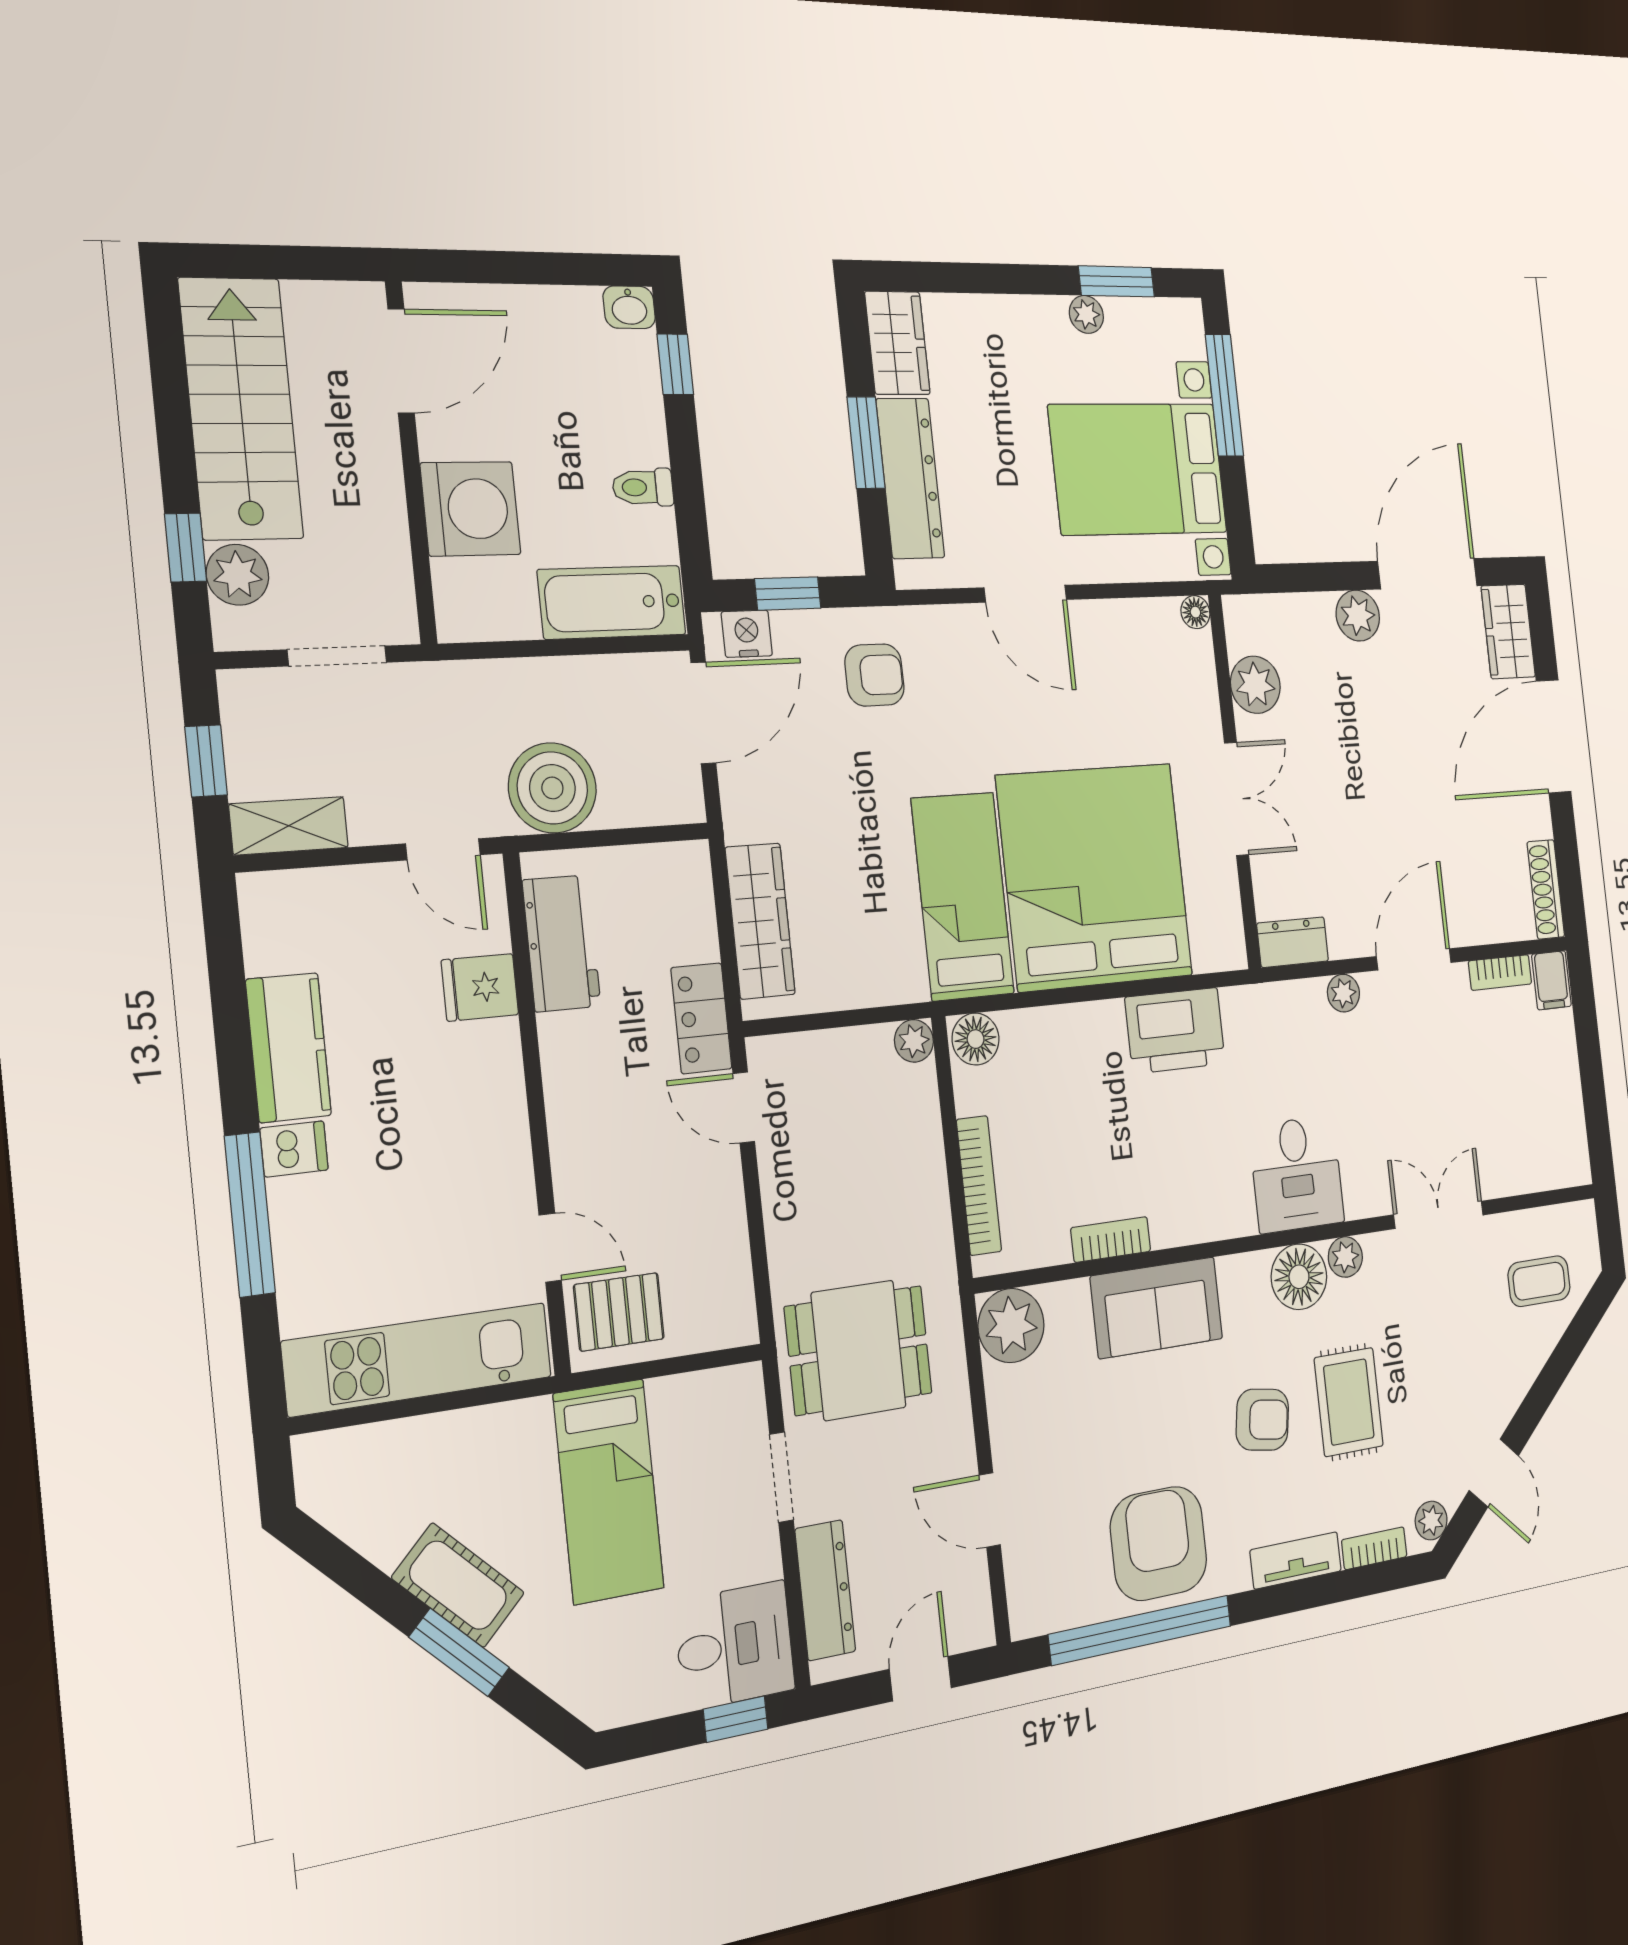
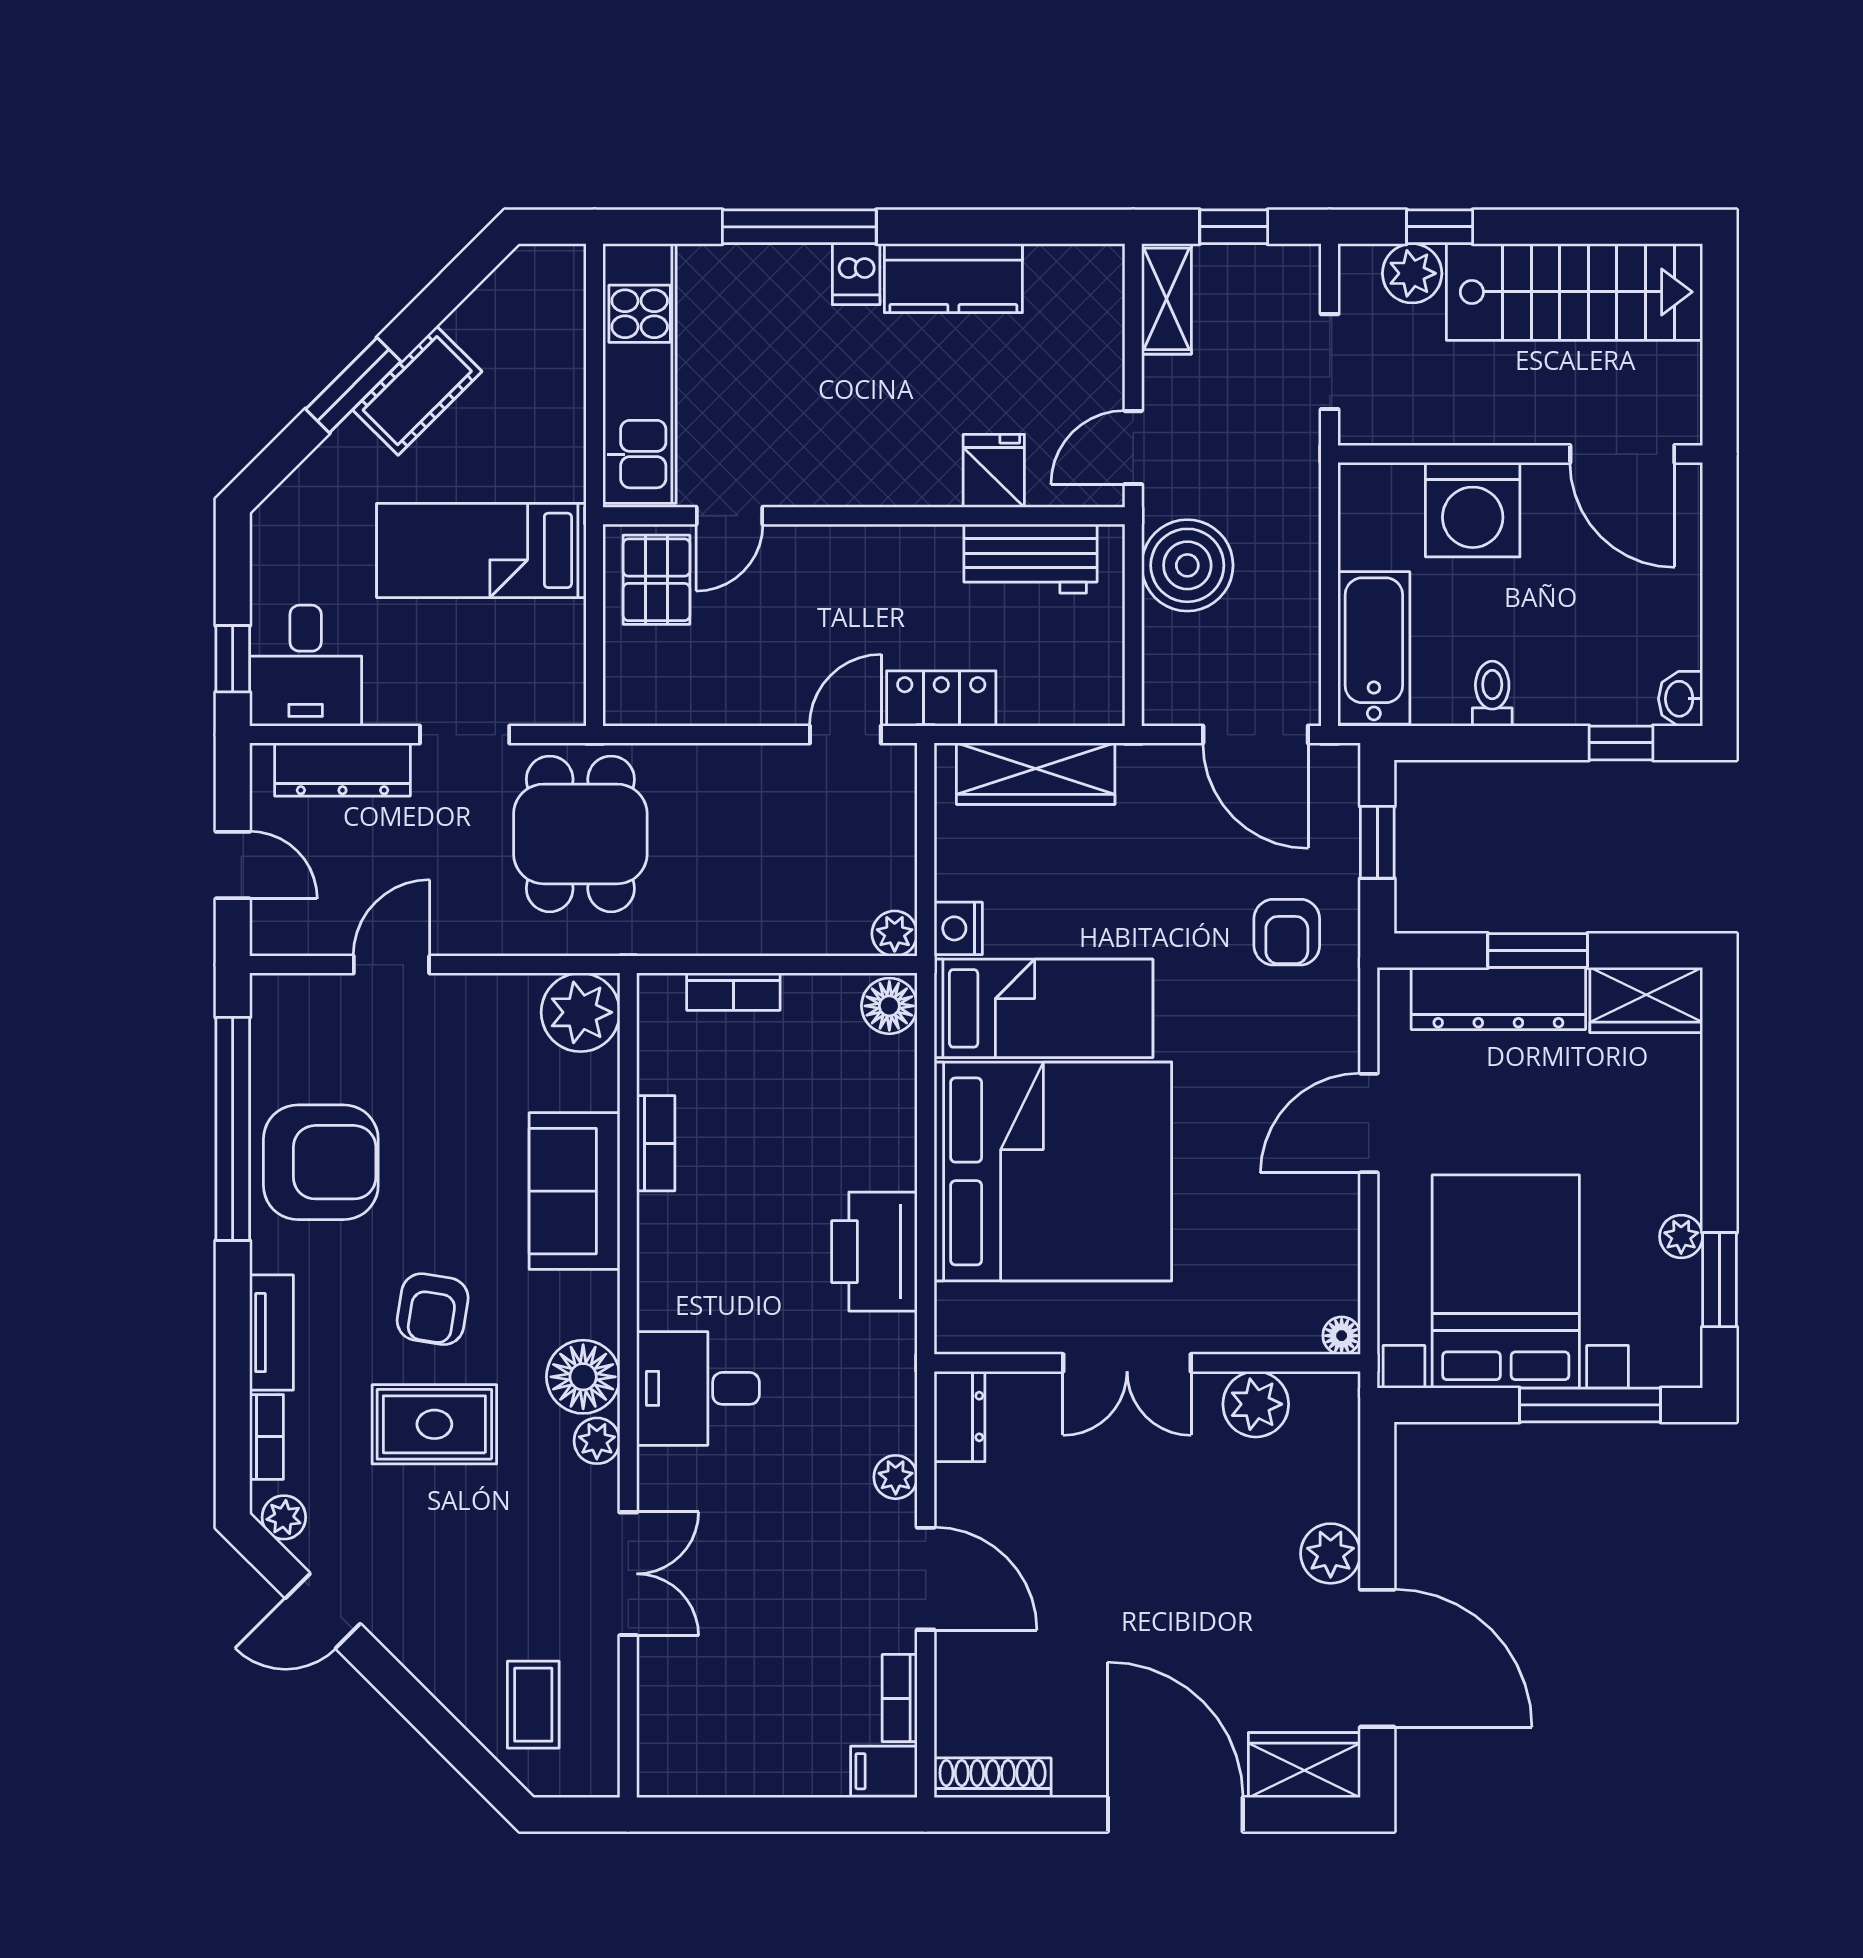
nightstand: (747, 634) -> (958, 928), moved, turned 180
bookcase: (979, 1185) -> (733, 992), width x0.64

